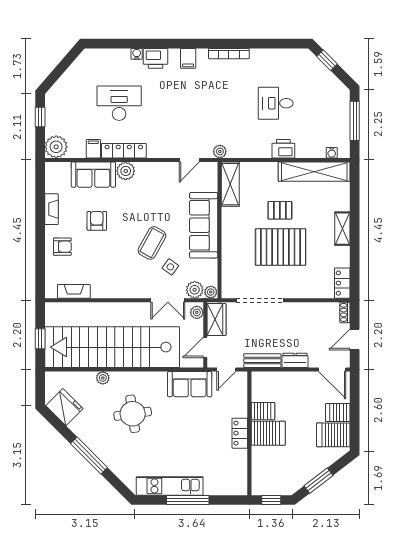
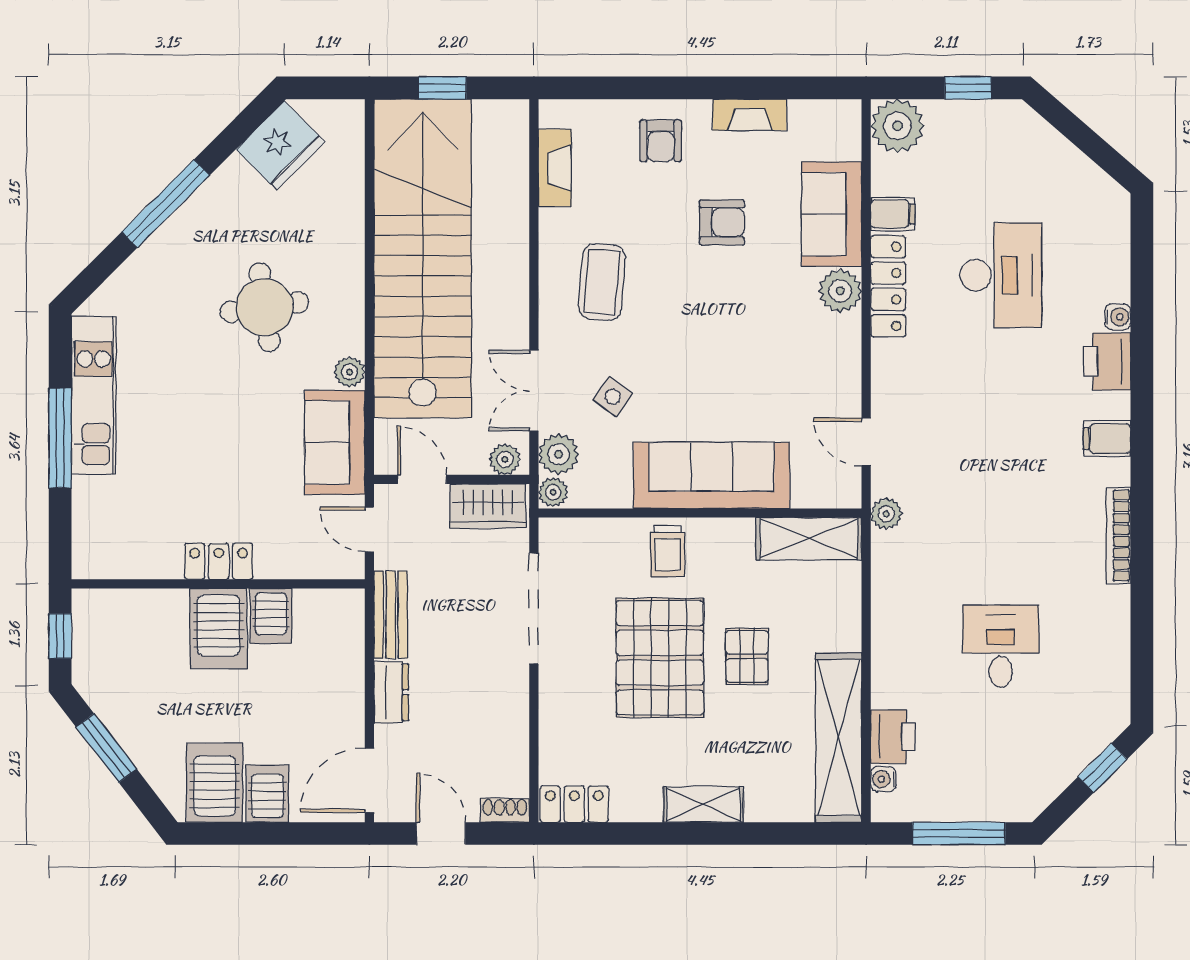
printer: (283, 149) -> (893, 737), moved
coffee table: (152, 243) -> (602, 282), moved, turned 66
trolley: (235, 244) -> (667, 551), added
plant: (103, 378) -> (350, 372), moved

